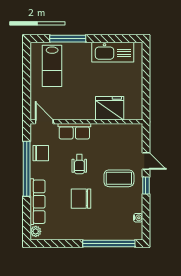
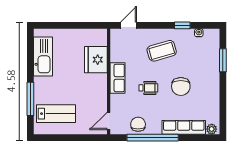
row of seats: (74, 131) -> (117, 78), moved
door: (146, 161) -> (129, 25), moved
coffee table: (119, 178) -> (162, 51), turned 74
window: (146, 185) -> (182, 25), moved
window: (109, 244) -> (223, 60), width x0.47

